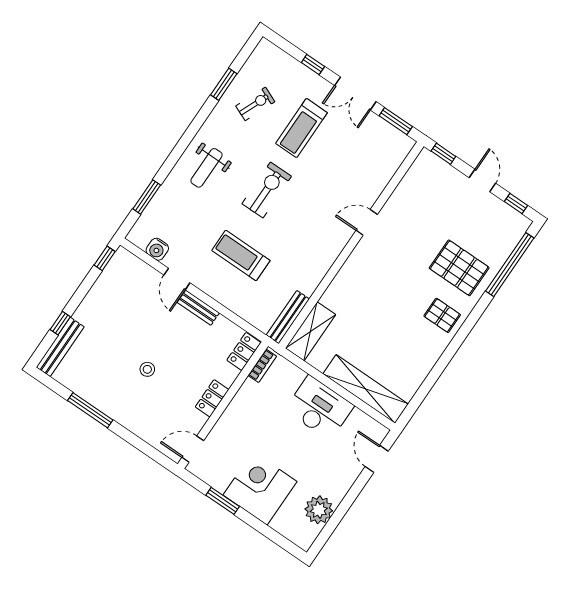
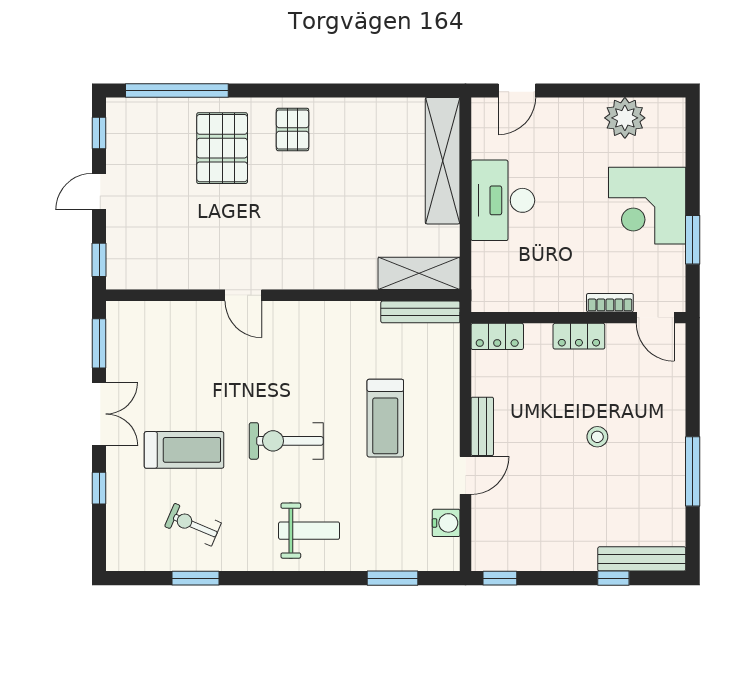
bookcase: (262, 366) -> (610, 303), moved

